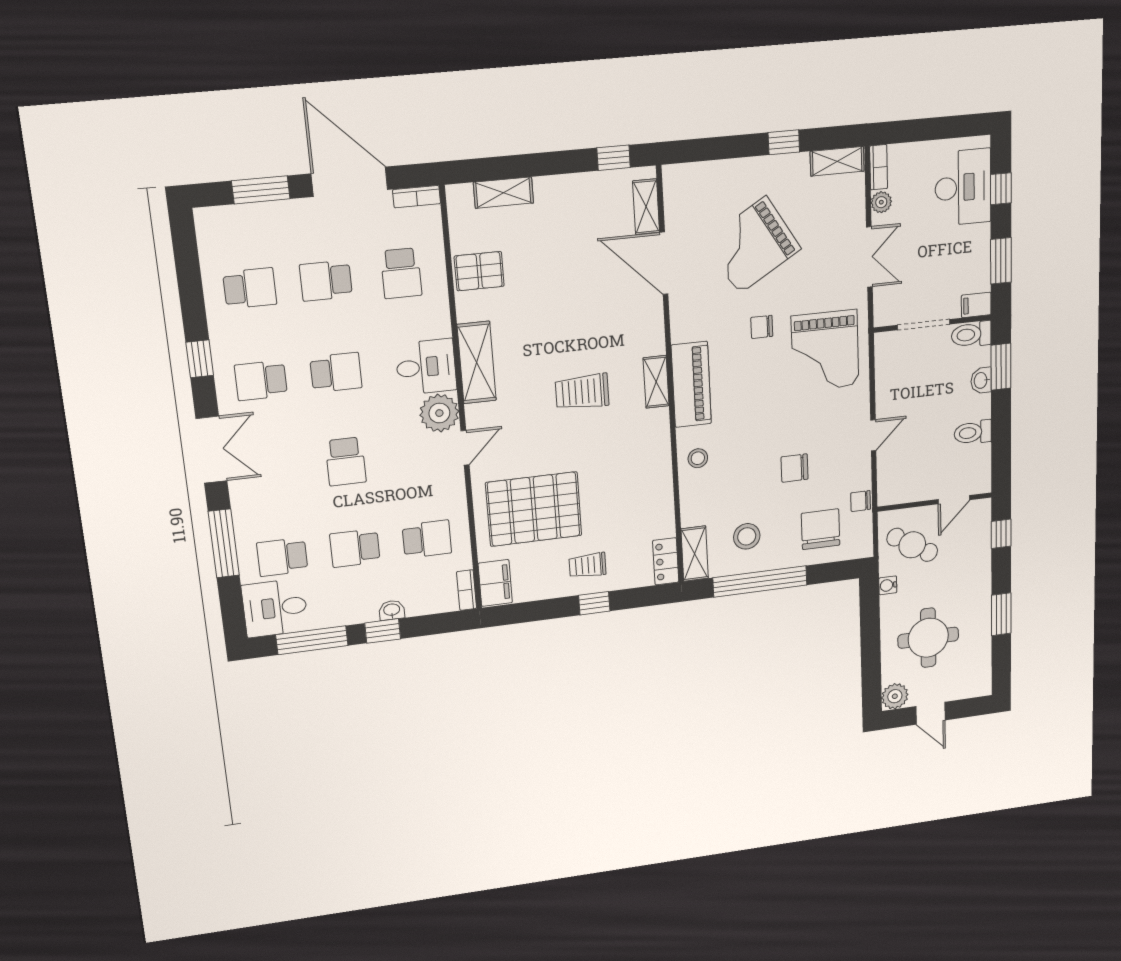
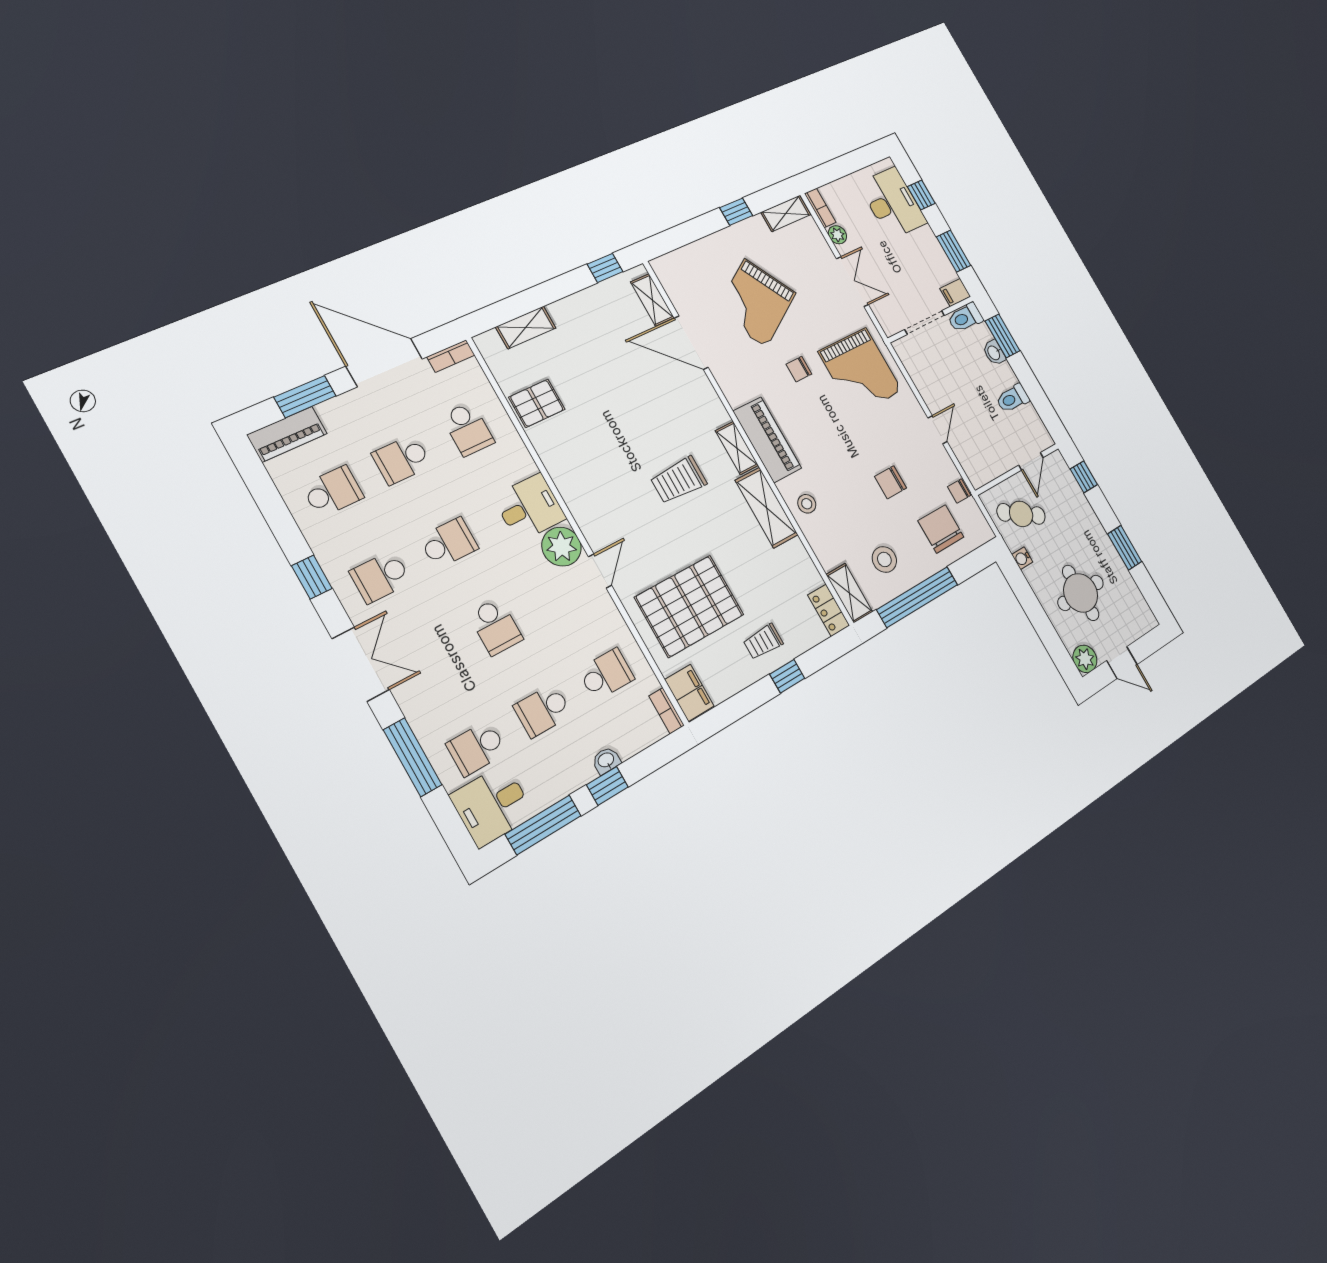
piano: (230, 220) -> (287, 434), added
shelving: (477, 362) -> (767, 508), moved

